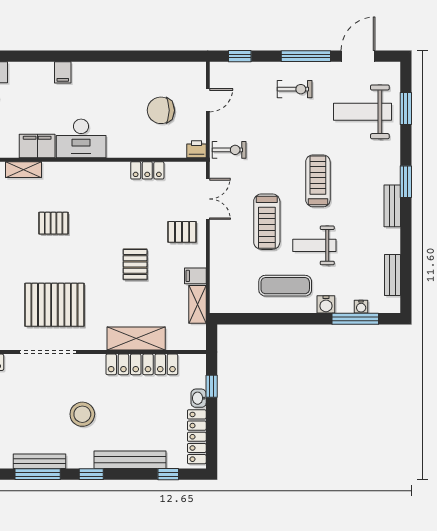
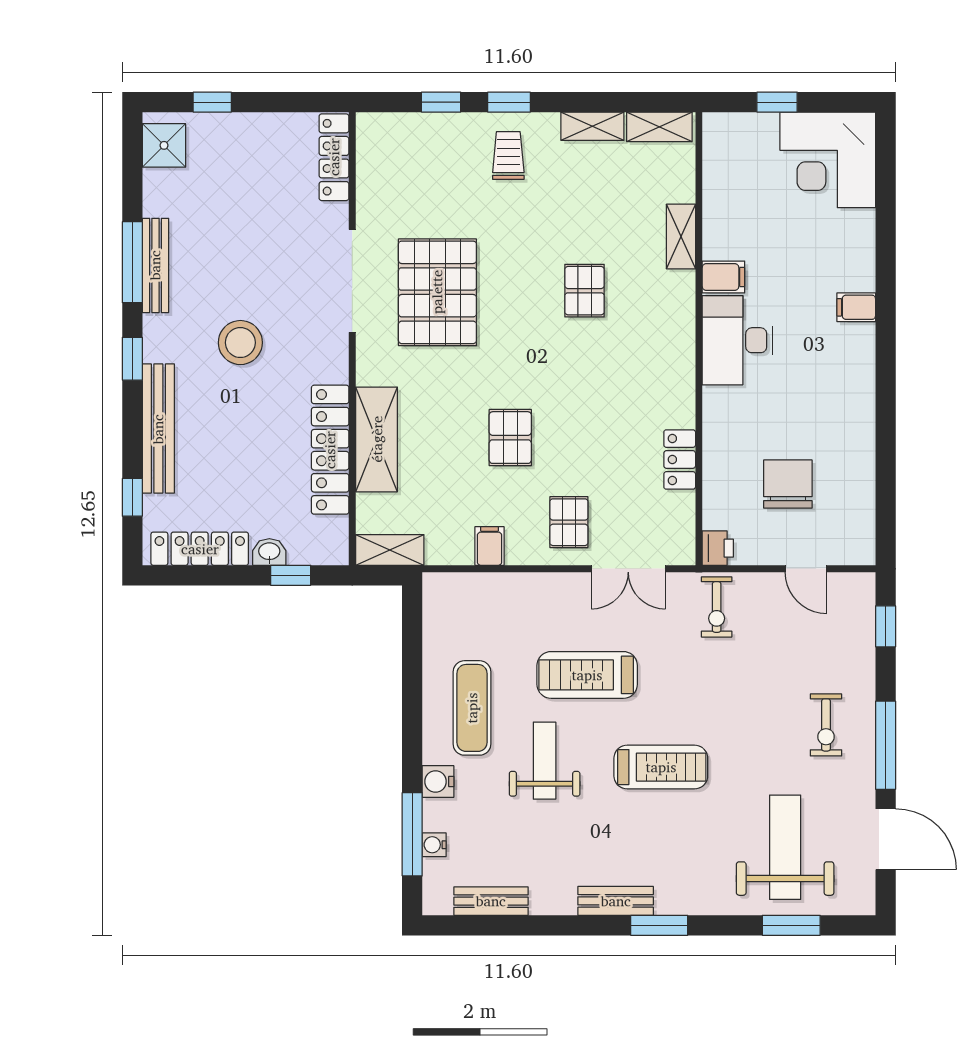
filing cabinet: (37, 146) -> (723, 277), width x0.50
pallet: (135, 264) -> (510, 438), turned 90
shelving: (197, 304) -> (390, 550), moved

